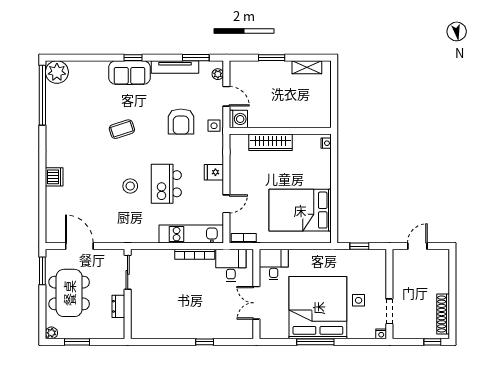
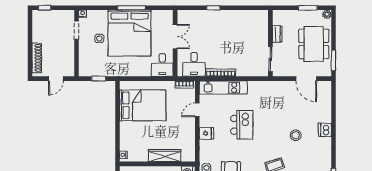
stool: (130, 186) -> (296, 135), moved
shoe rack: (443, 314) -> (37, 58), moved

